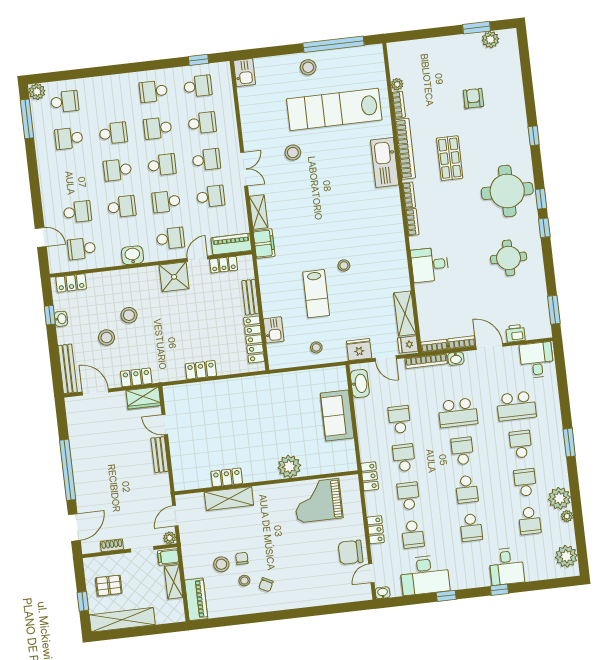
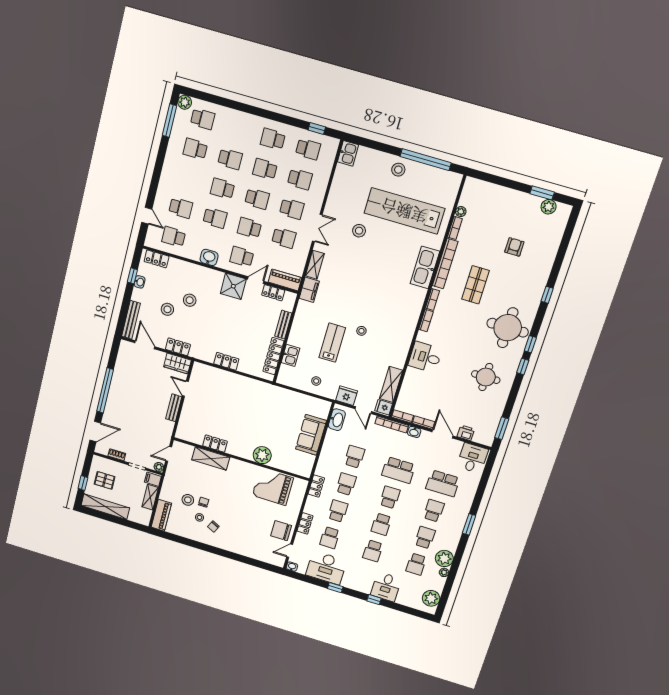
school desk: (170, 238) -> (242, 257), turned 180
lab bench: (316, 294) -> (332, 343), turned 180

